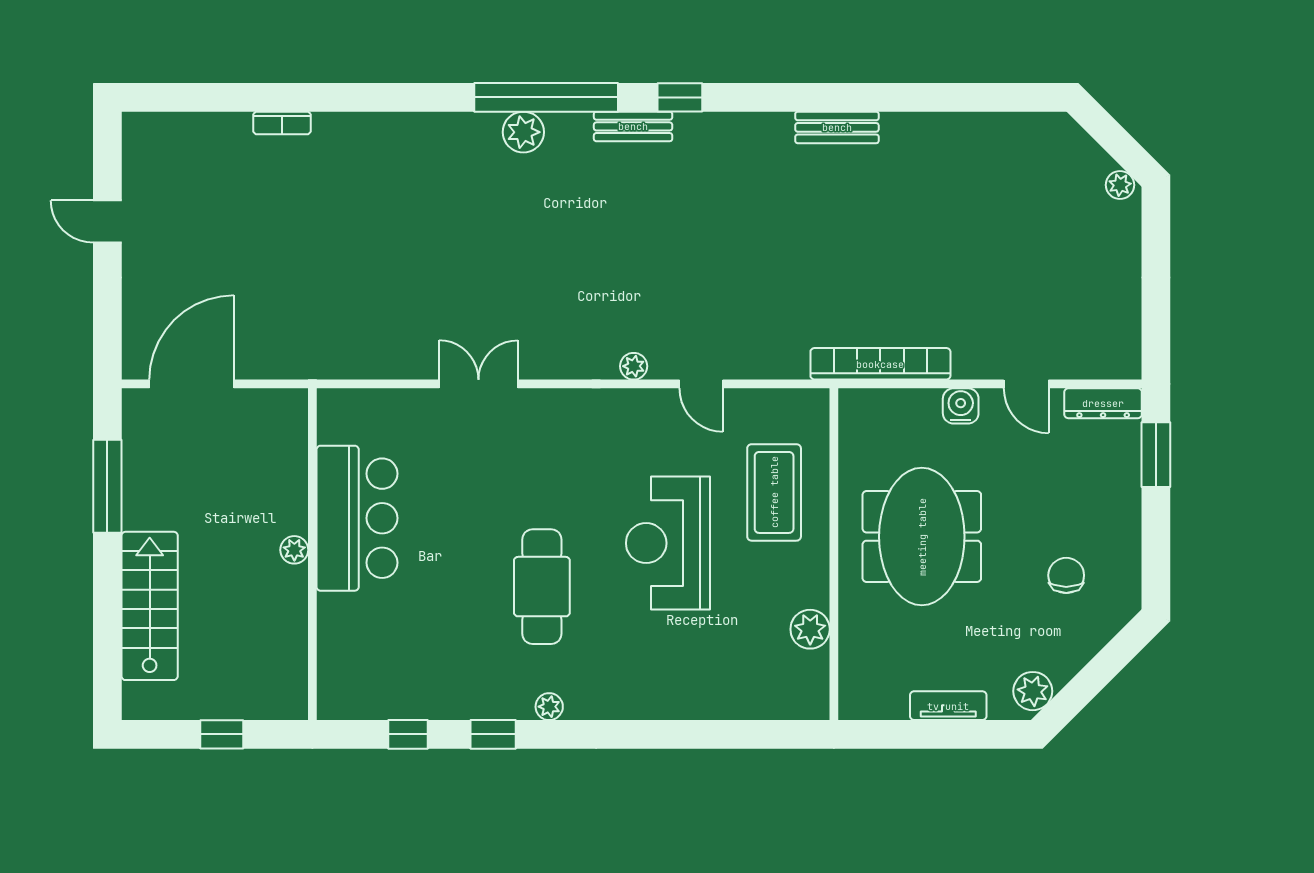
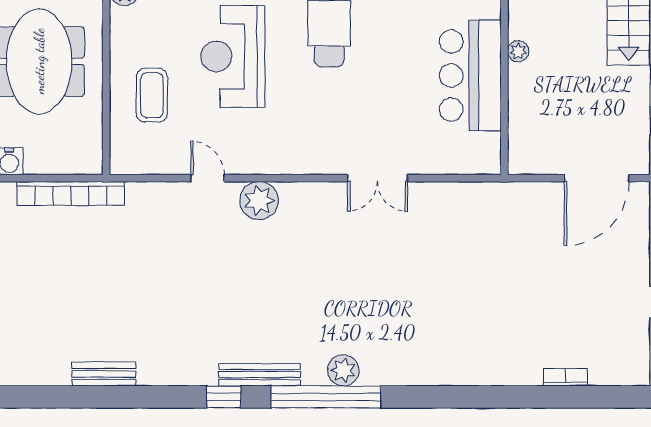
bookcase: (282, 123) -> (565, 377), moved
bench: (633, 126) -> (260, 375), width x1.36
plant: (634, 366) -> (259, 201), width x1.87, depth x1.87
coffee table: (774, 492) -> (152, 95), width x0.73, depth x0.76
reception desk: (668, 543) -> (233, 56), turned 180

